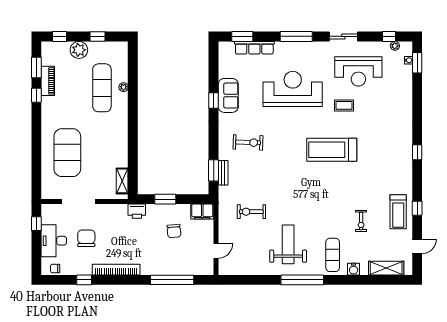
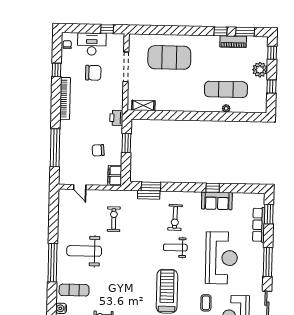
weight bench: (282, 141) -> (175, 247), added
weight bench: (288, 244) -> (84, 251), turned 180

